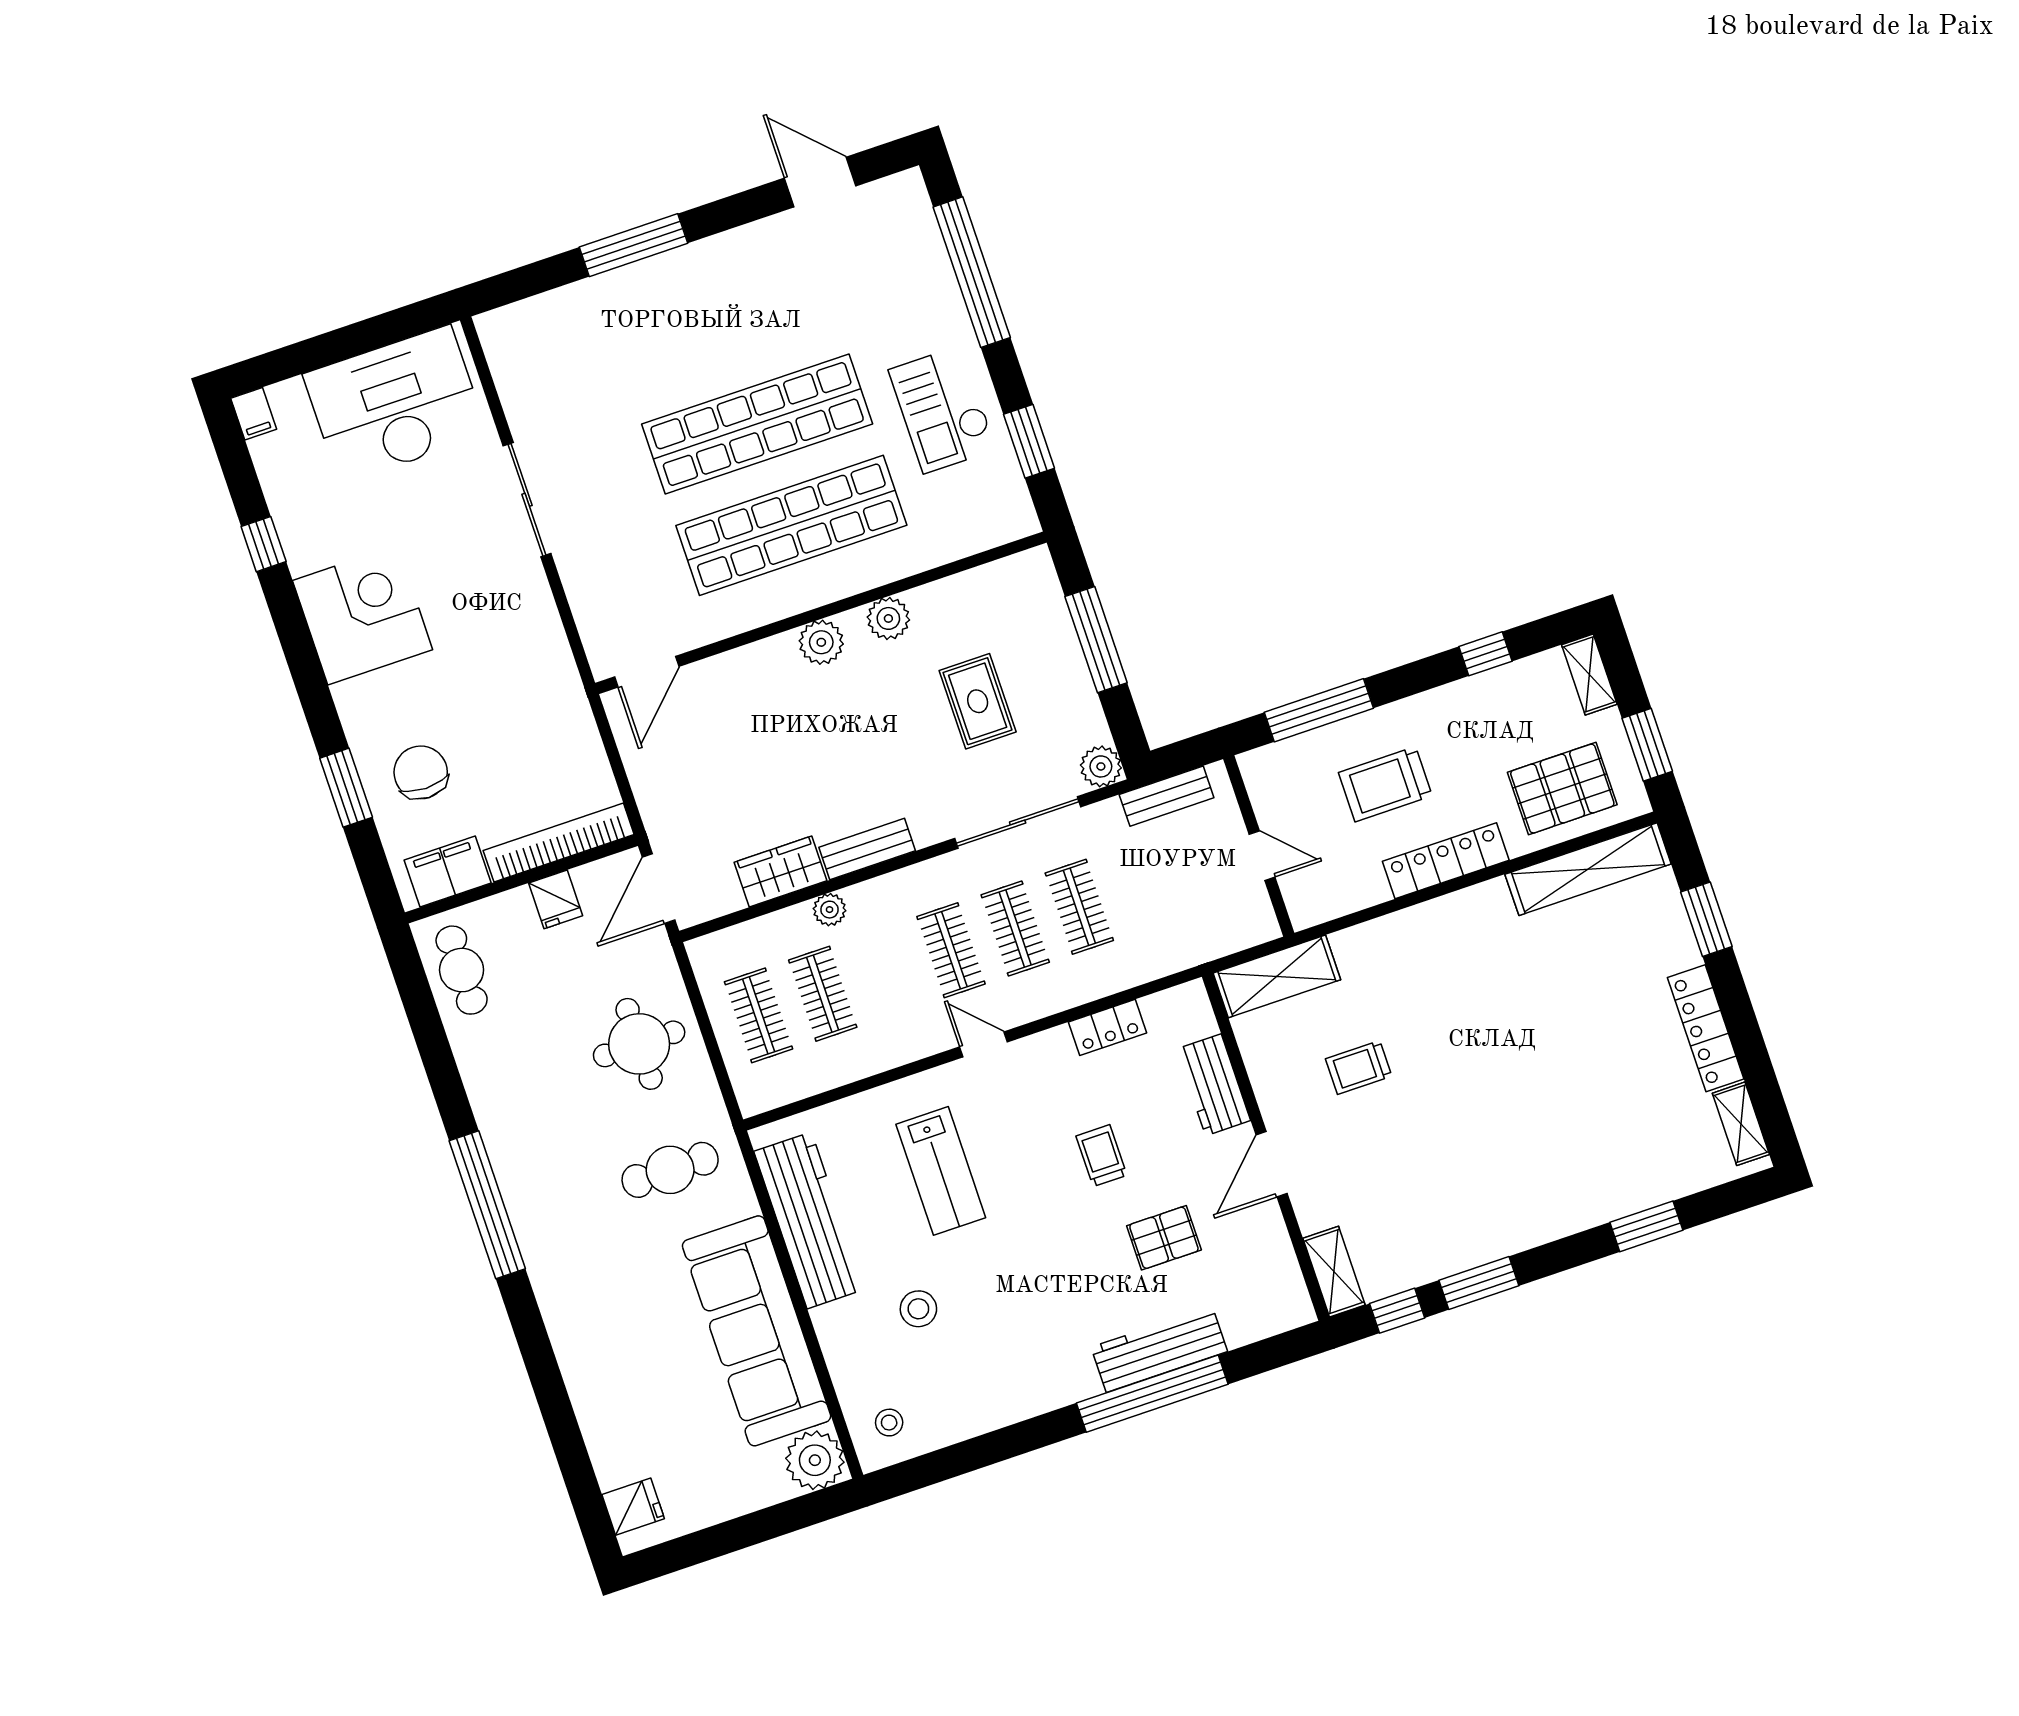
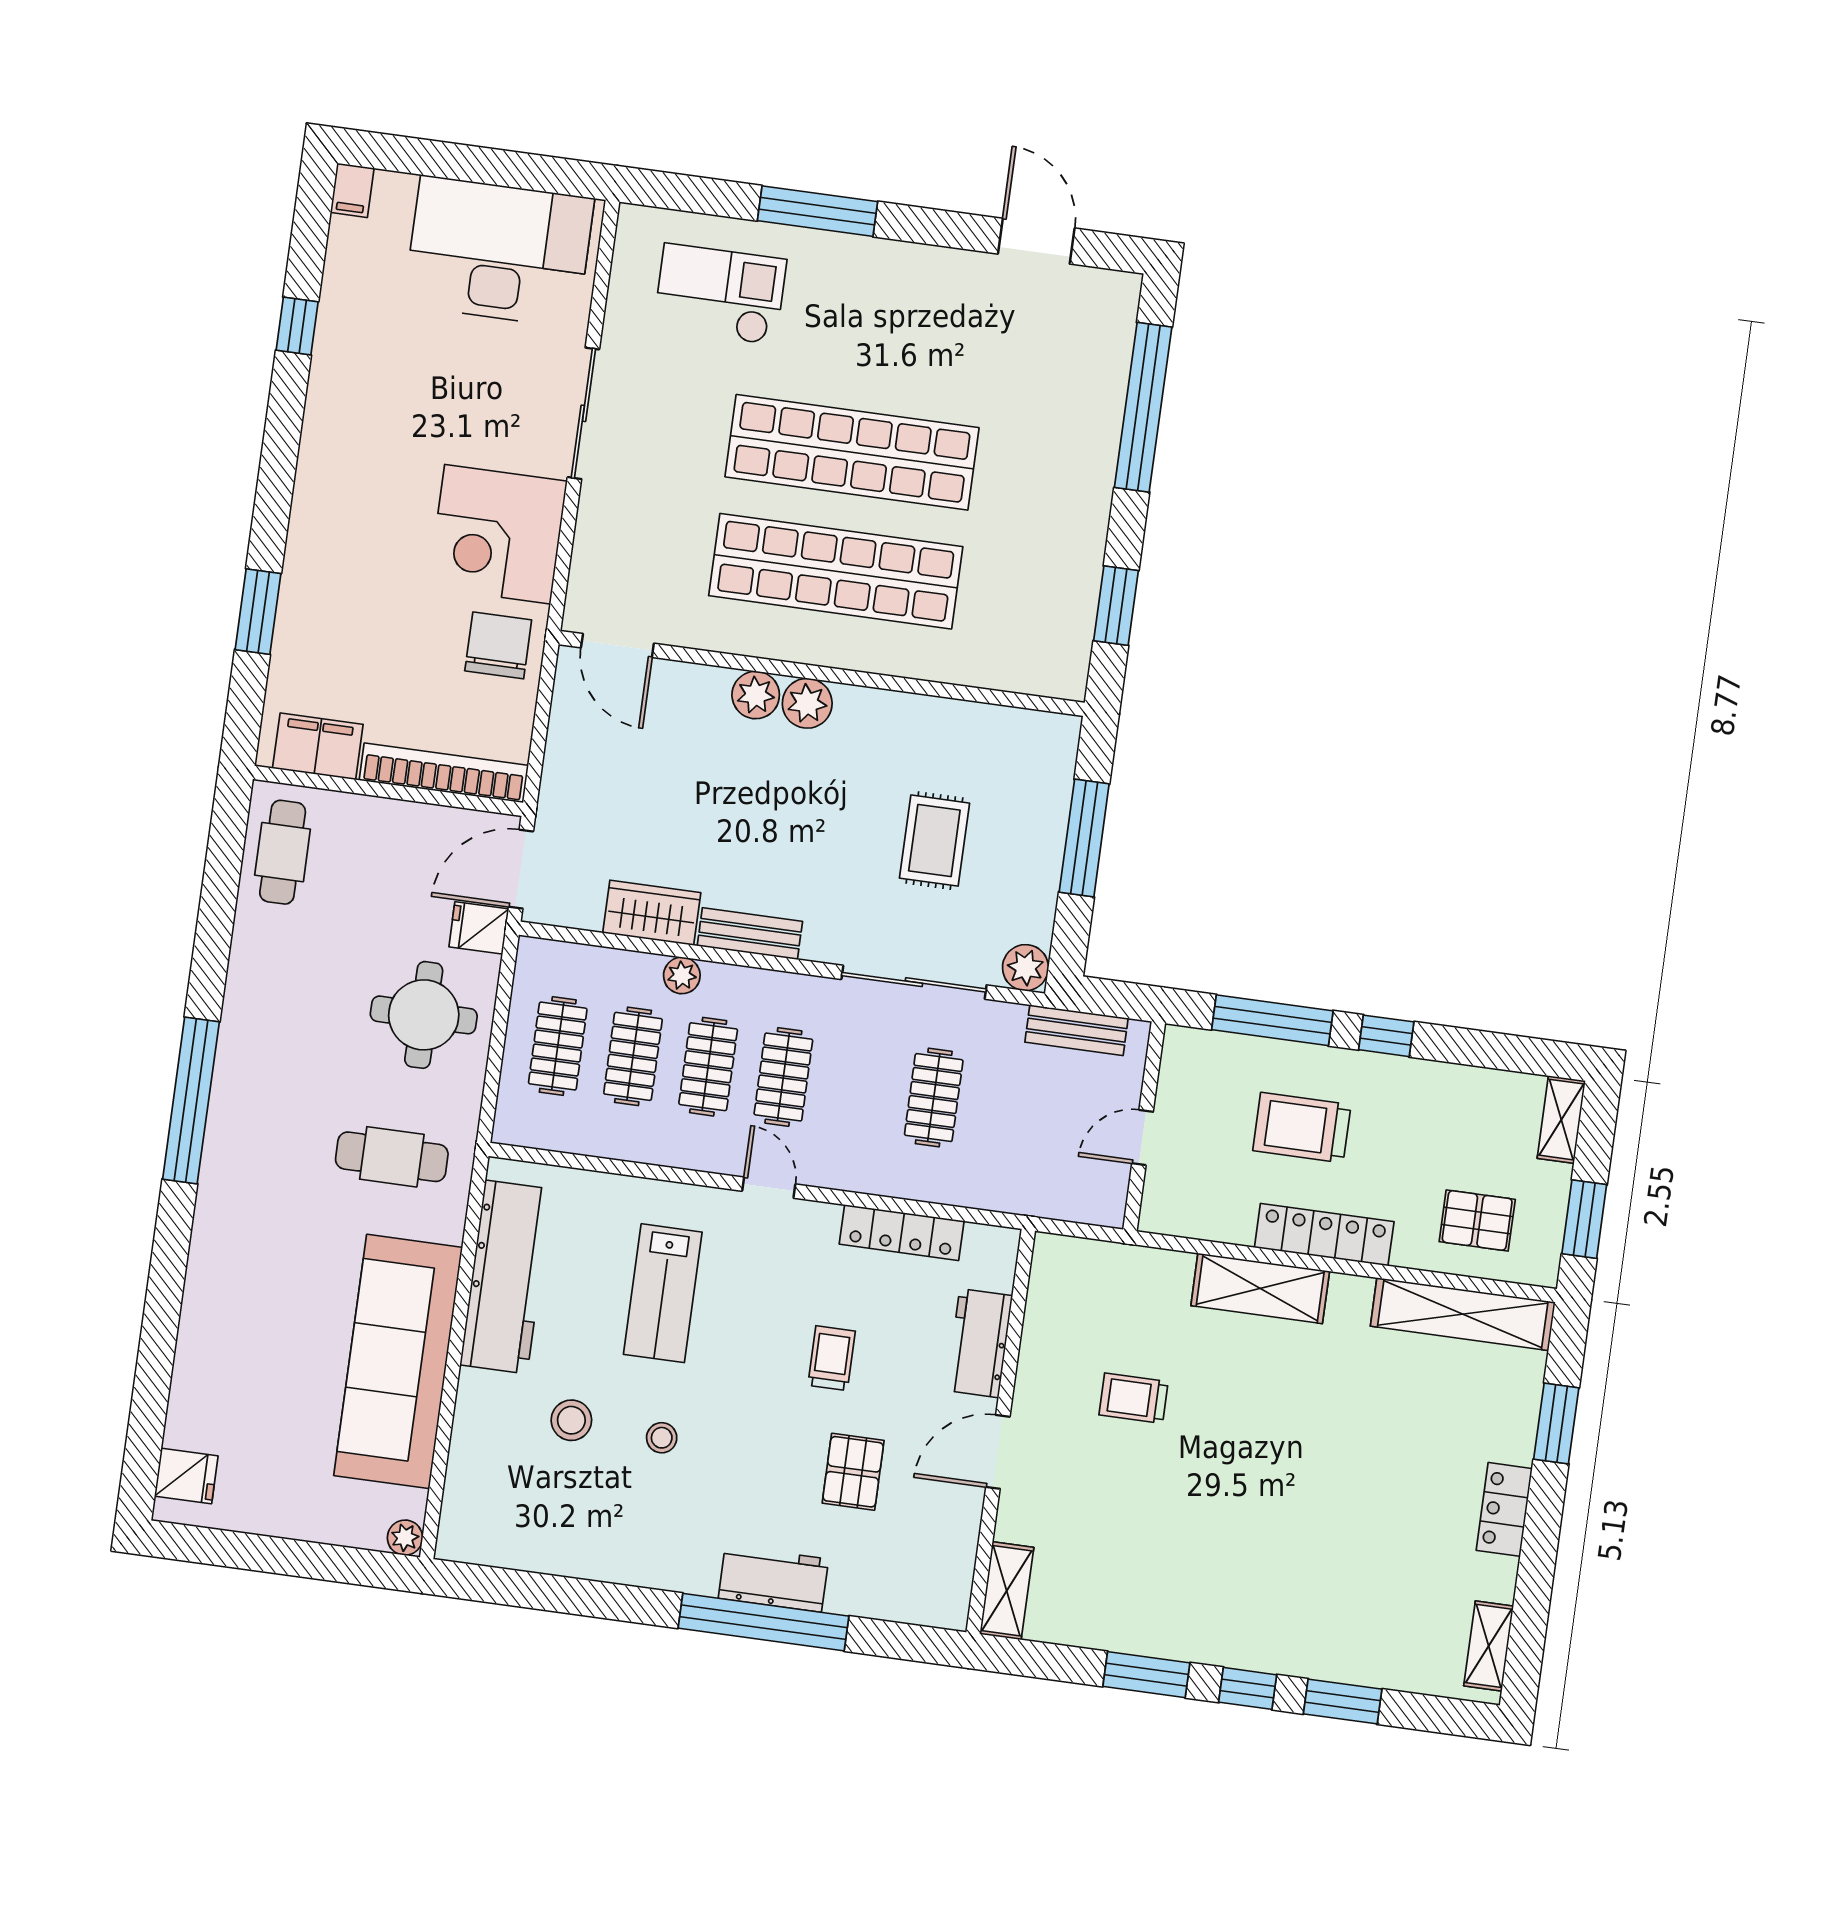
checkout: (943, 410) -> (720, 294), moved, turned 90
corner desk: (363, 615) -> (498, 534), moved, turned 180
plant: (888, 618) -> (756, 695), moved
window: (1486, 654) -> (1386, 1036), moved
door: (647, 672) -> (617, 646), hinge flipped
chair: (421, 772) -> (498, 645), moved
pallet: (1562, 789) -> (1477, 1220), width x0.67, depth x0.71
door: (1262, 856) -> (1143, 1138), swing flipped
fridge: (556, 899) -> (479, 928), moved, turned 90
clothes rail: (1015, 929) -> (708, 1067), moved
shelving: (1277, 976) -> (1260, 1288), moved
locker: (1107, 1027) -> (902, 1233), width x1.53
locker: (1706, 1028) -> (1504, 1509), width x0.66
pallet: (1164, 1238) -> (853, 1472), turned 90
window: (1397, 1311) -> (1248, 1688), moved
workbench: (1159, 1349) -> (773, 1579), width x0.73
stool: (889, 1423) -> (662, 1438), moved
plant: (815, 1460) -> (405, 1538), width x0.53, depth x0.53

